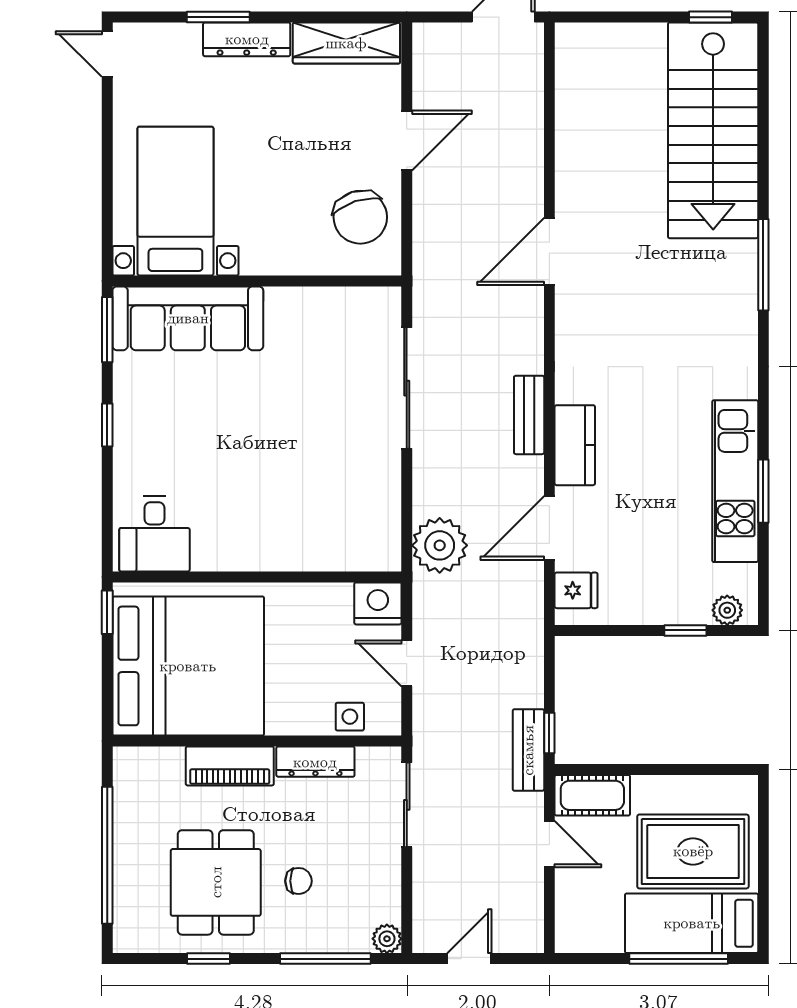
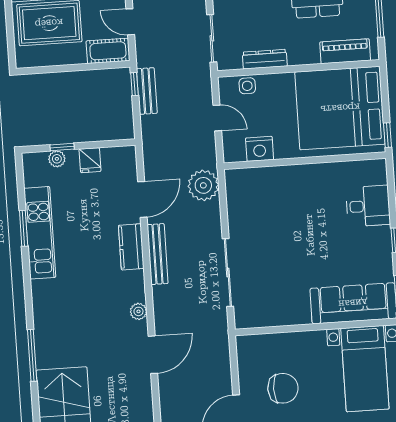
chair: (360, 217) -> (283, 388), moved, turned 108
plant: (570, 330) -> (138, 311), added
bench: (529, 415) -> (158, 254), width x1.36
desk: (155, 534) -> (368, 206), moved, turned 90
fridge: (576, 590) -> (90, 160), moved, turned -90
nightstand: (378, 603) -> (260, 149), moved
plant: (727, 610) -> (57, 159), moved
bench: (528, 750) -> (147, 91), moved
piano: (230, 766) -> (345, 51), moved

